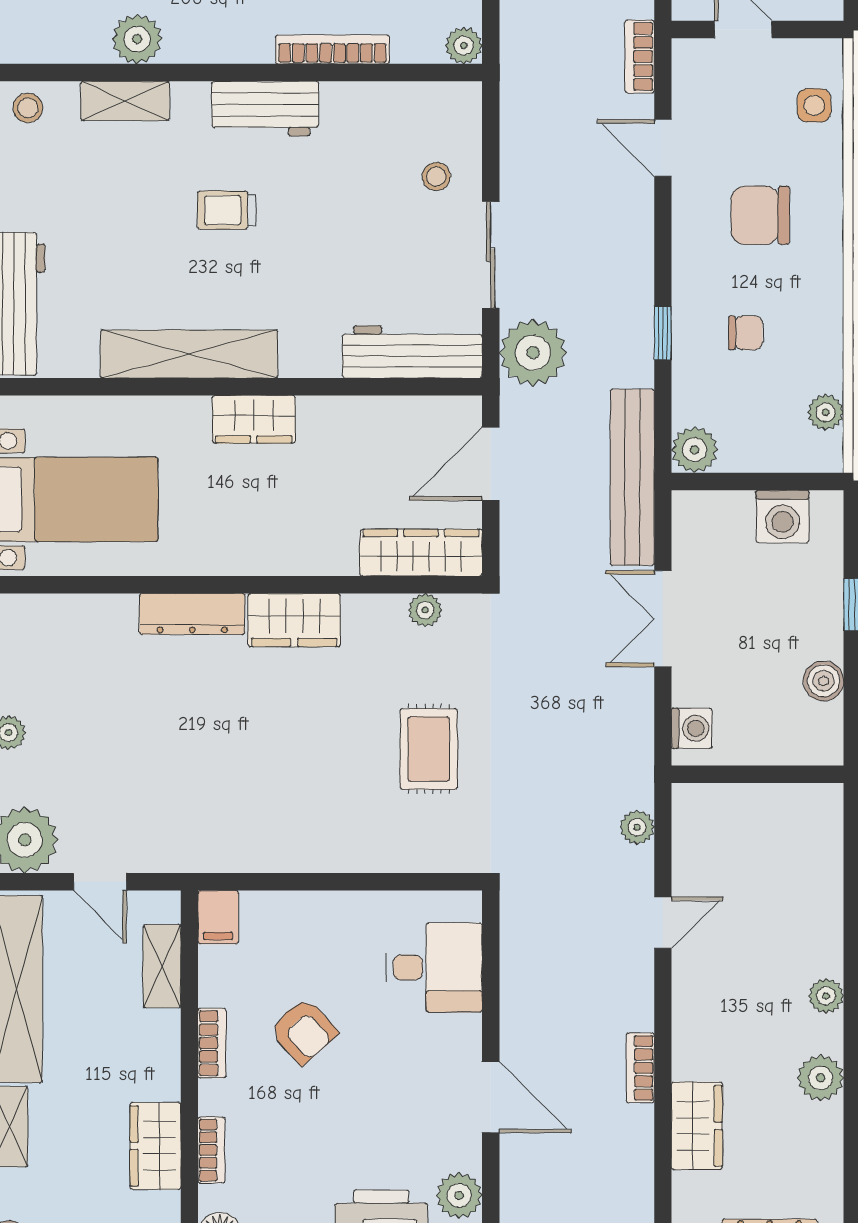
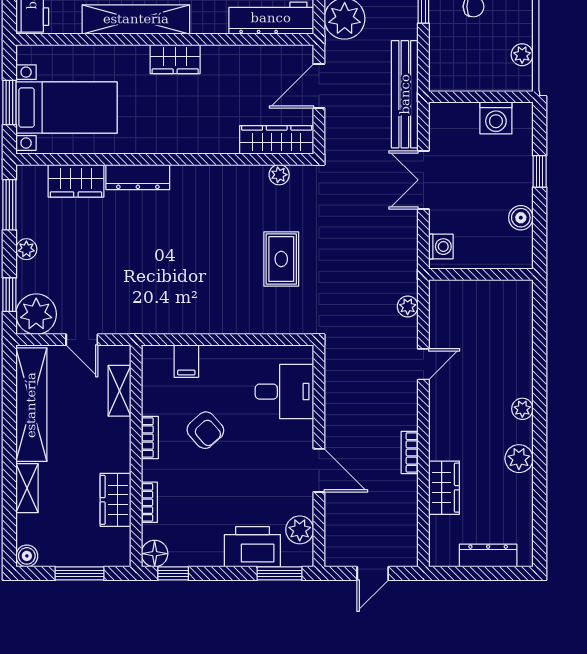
plant: (695, 450) -> (443, 77), removed
wardrobe: (294, 620) -> (76, 181), moved
filing cabinet: (218, 917) -> (186, 361), moved

